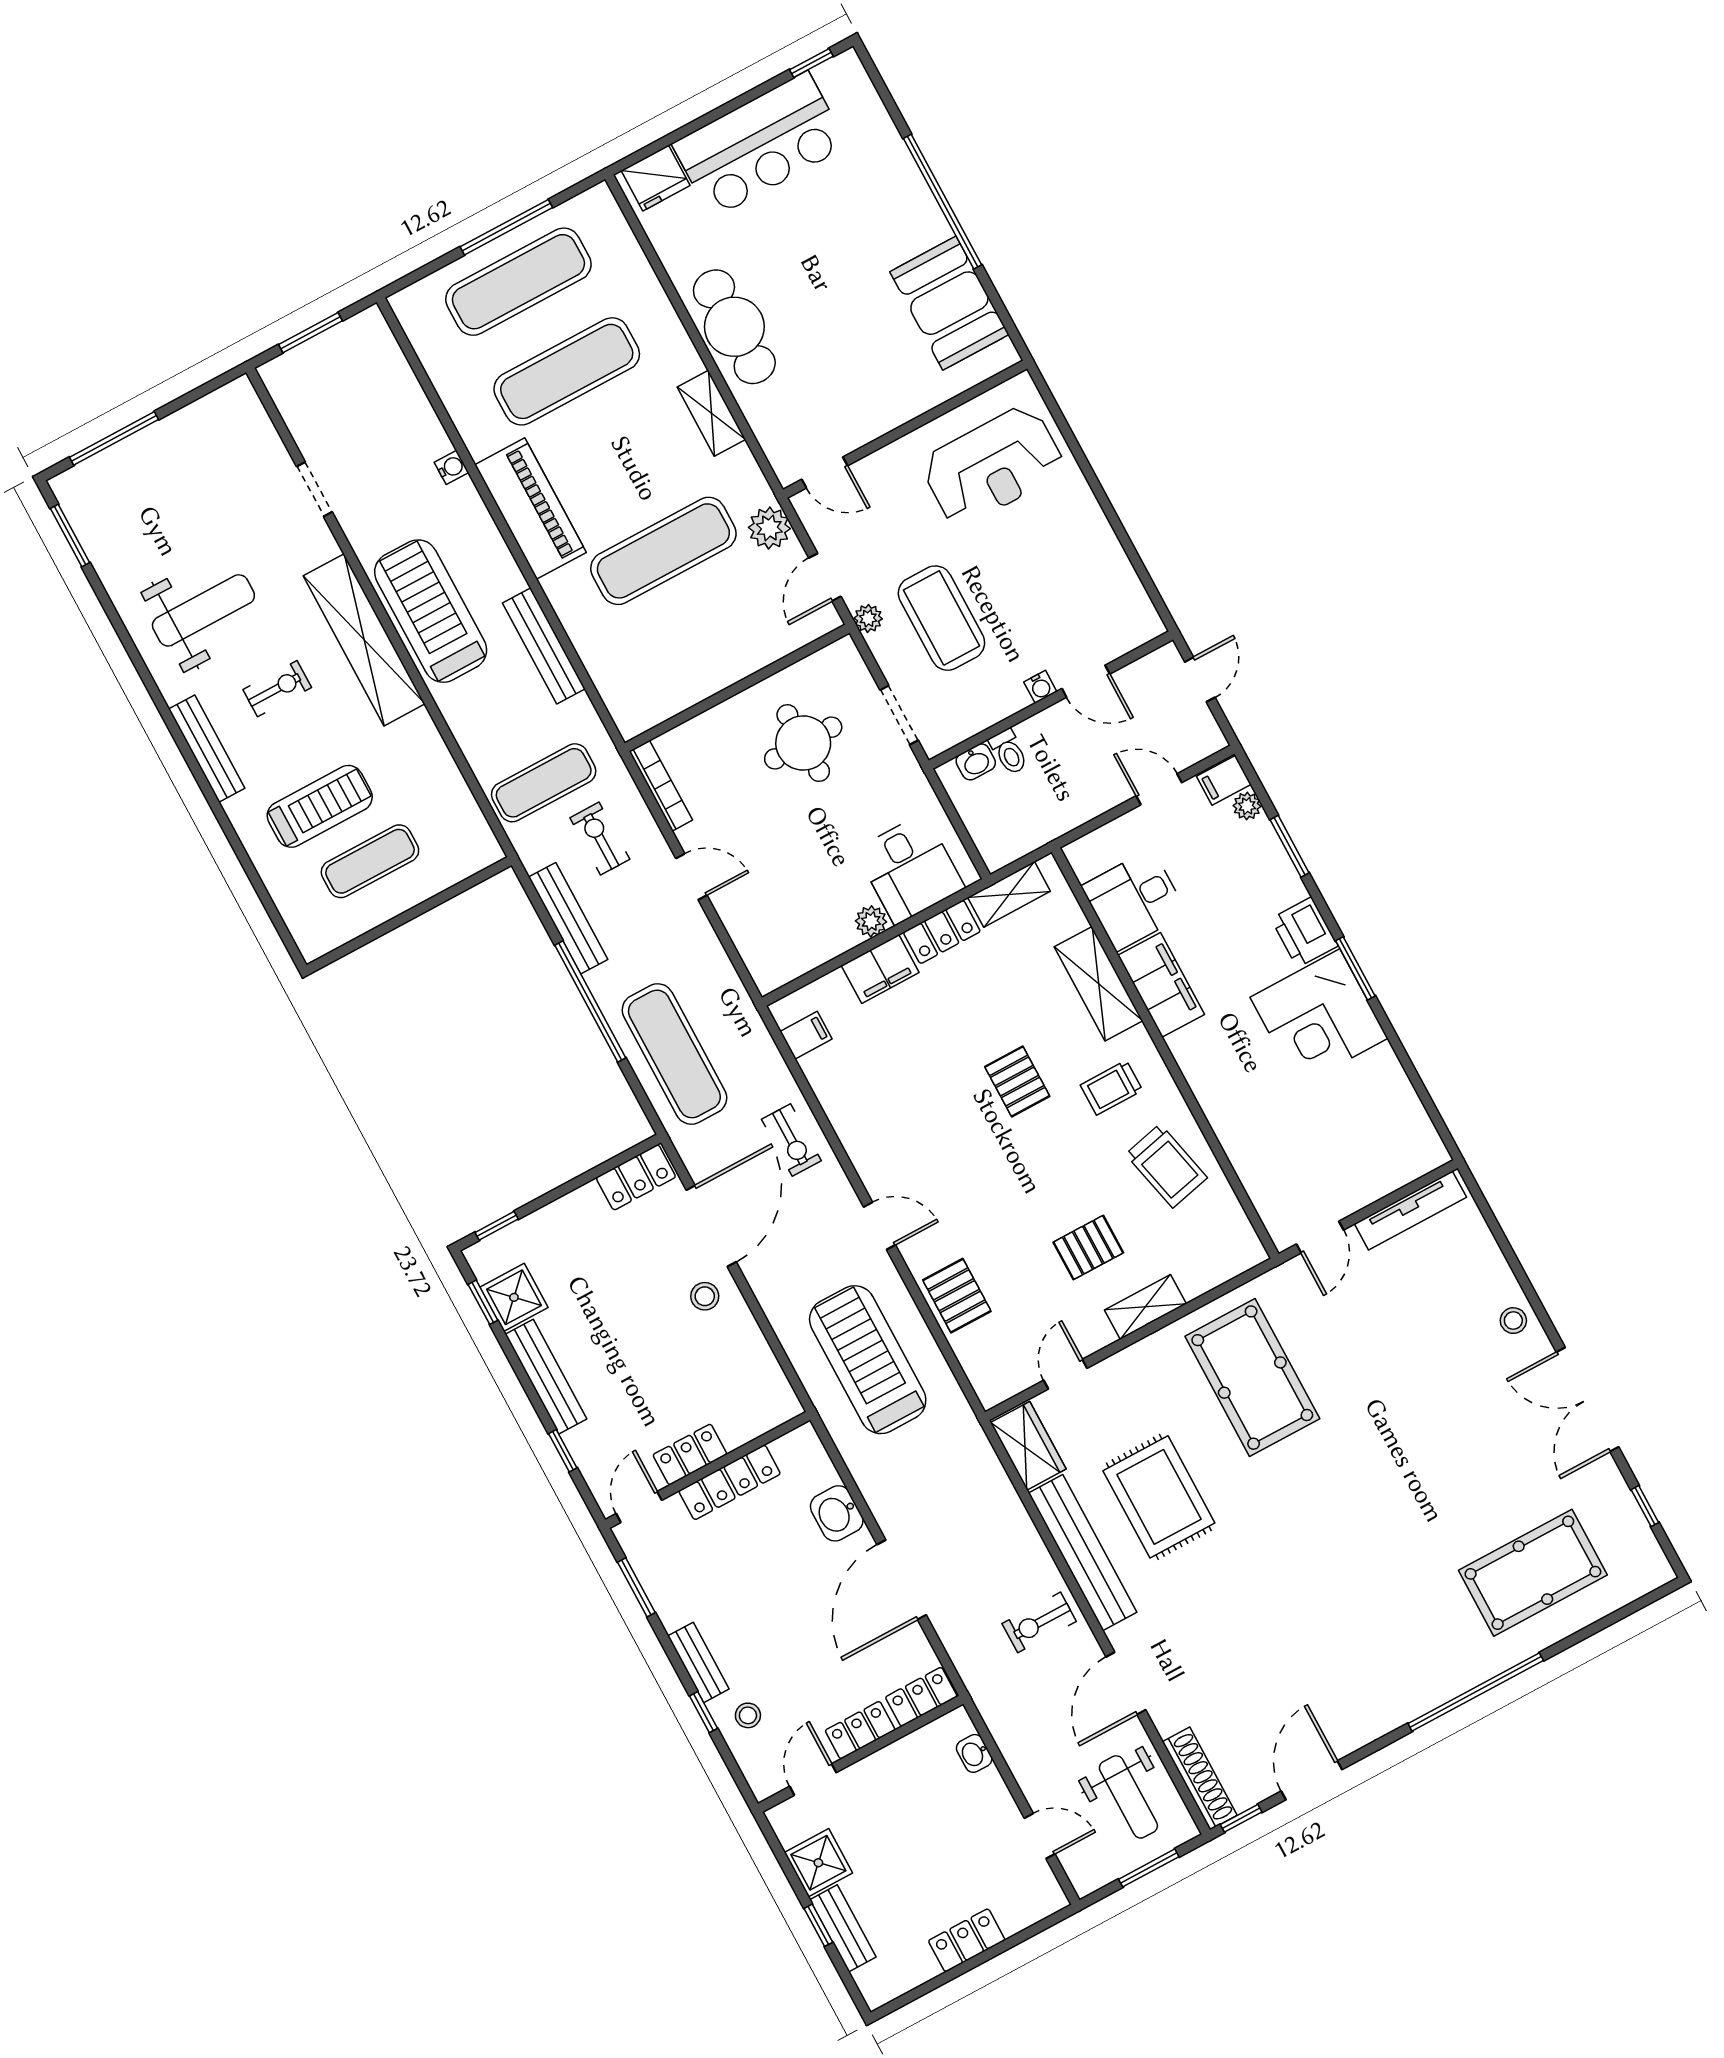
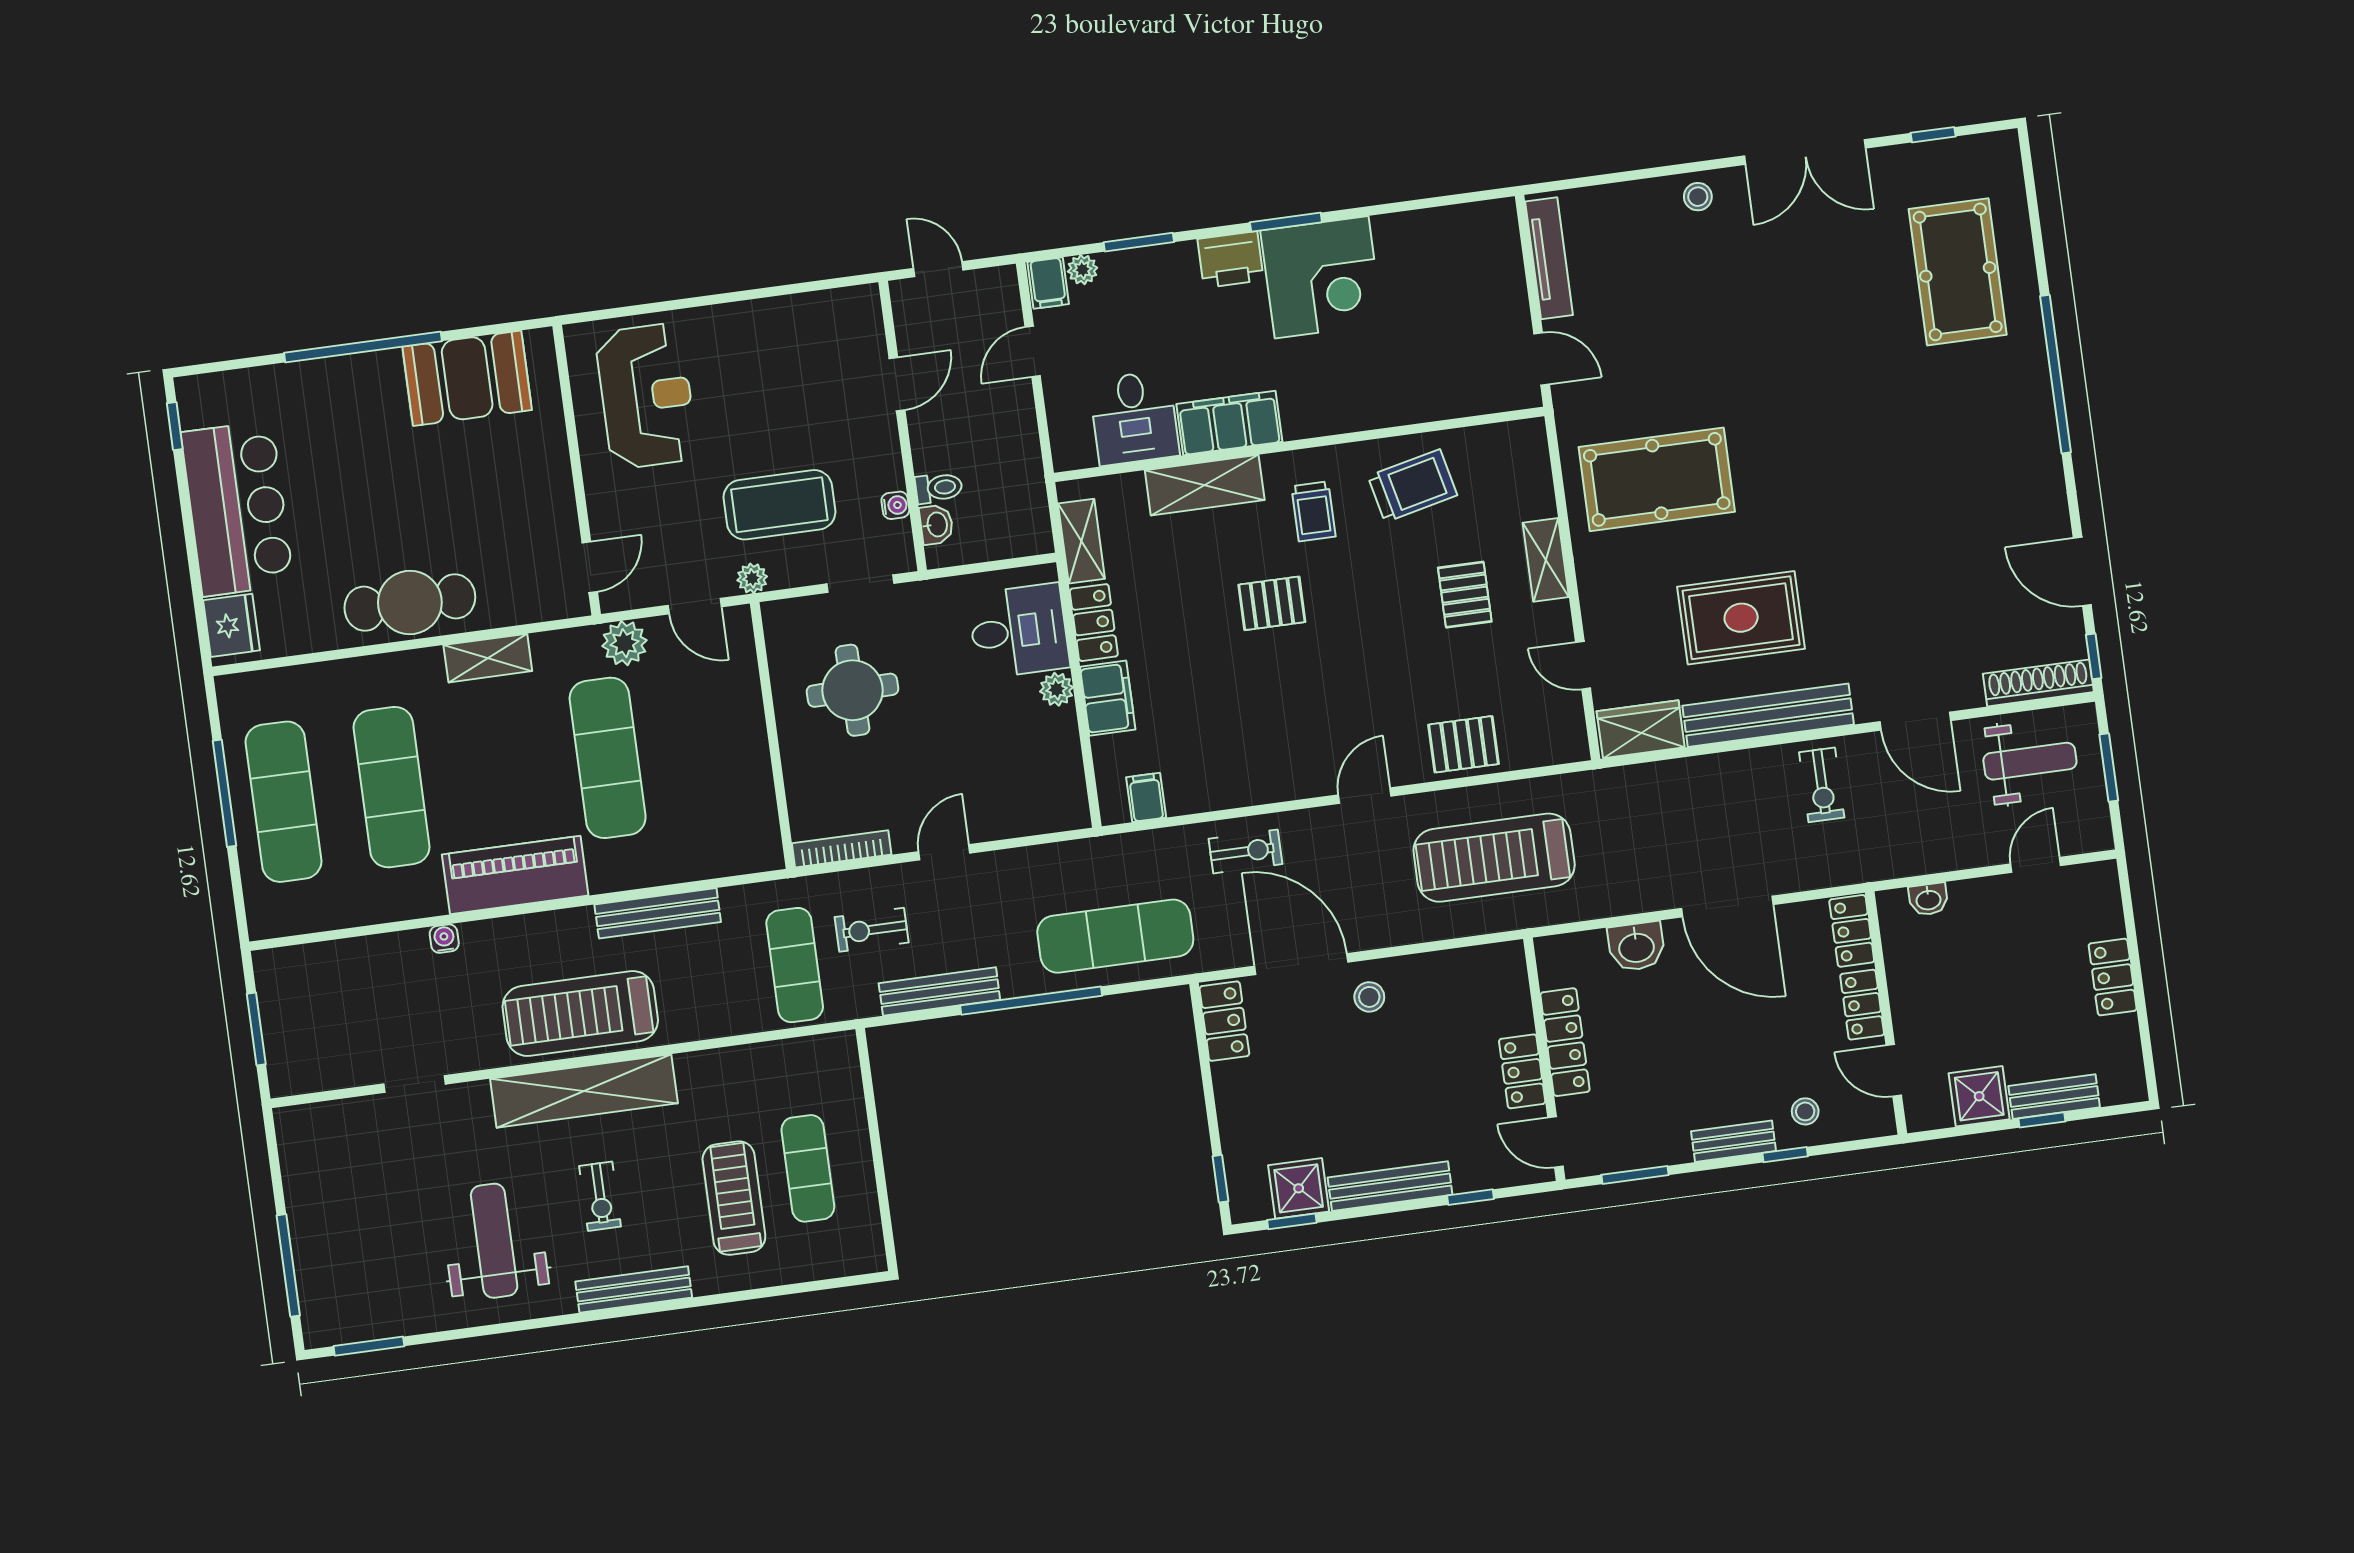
water cooler: (1040, 687) -> (895, 505), moved
exercise bike: (277, 689) -> (600, 1196), turned 180

